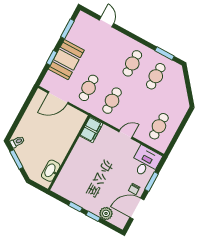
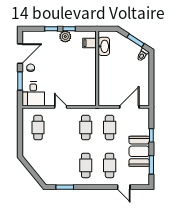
booth: (66, 60) -> (139, 151), moved
cafe table: (156, 76) -> (110, 165), moved
filing cabinet: (91, 130) -> (90, 43), moved, width x0.50
door: (126, 134) -> (61, 107), swing flipped
plant: (106, 213) -> (65, 37), moved

